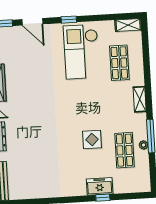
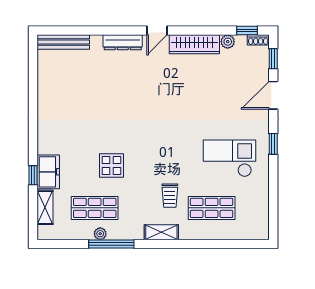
shelving: (128, 25) -> (45, 207), moved
checkout: (81, 52) -> (229, 158), width x0.73, depth x0.83
trolley: (112, 95) -> (170, 196), added

